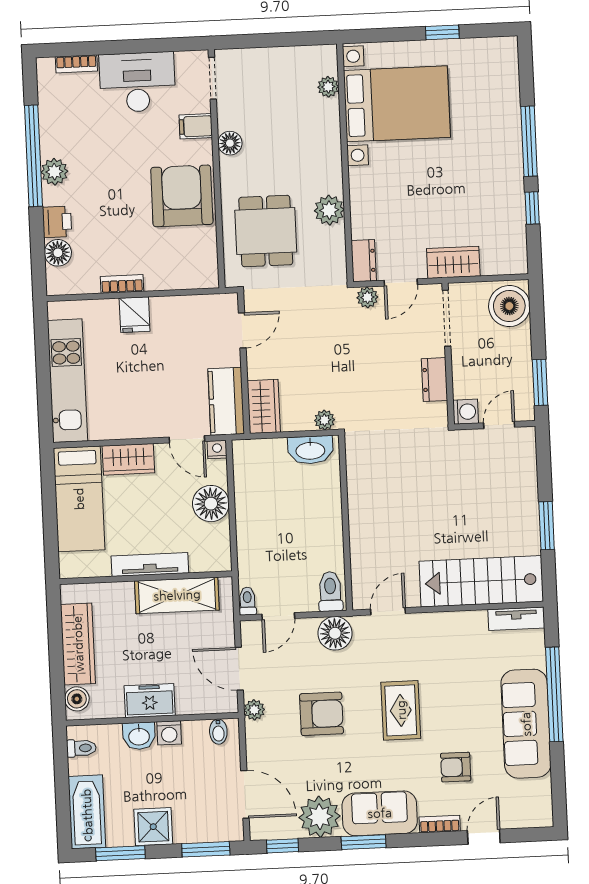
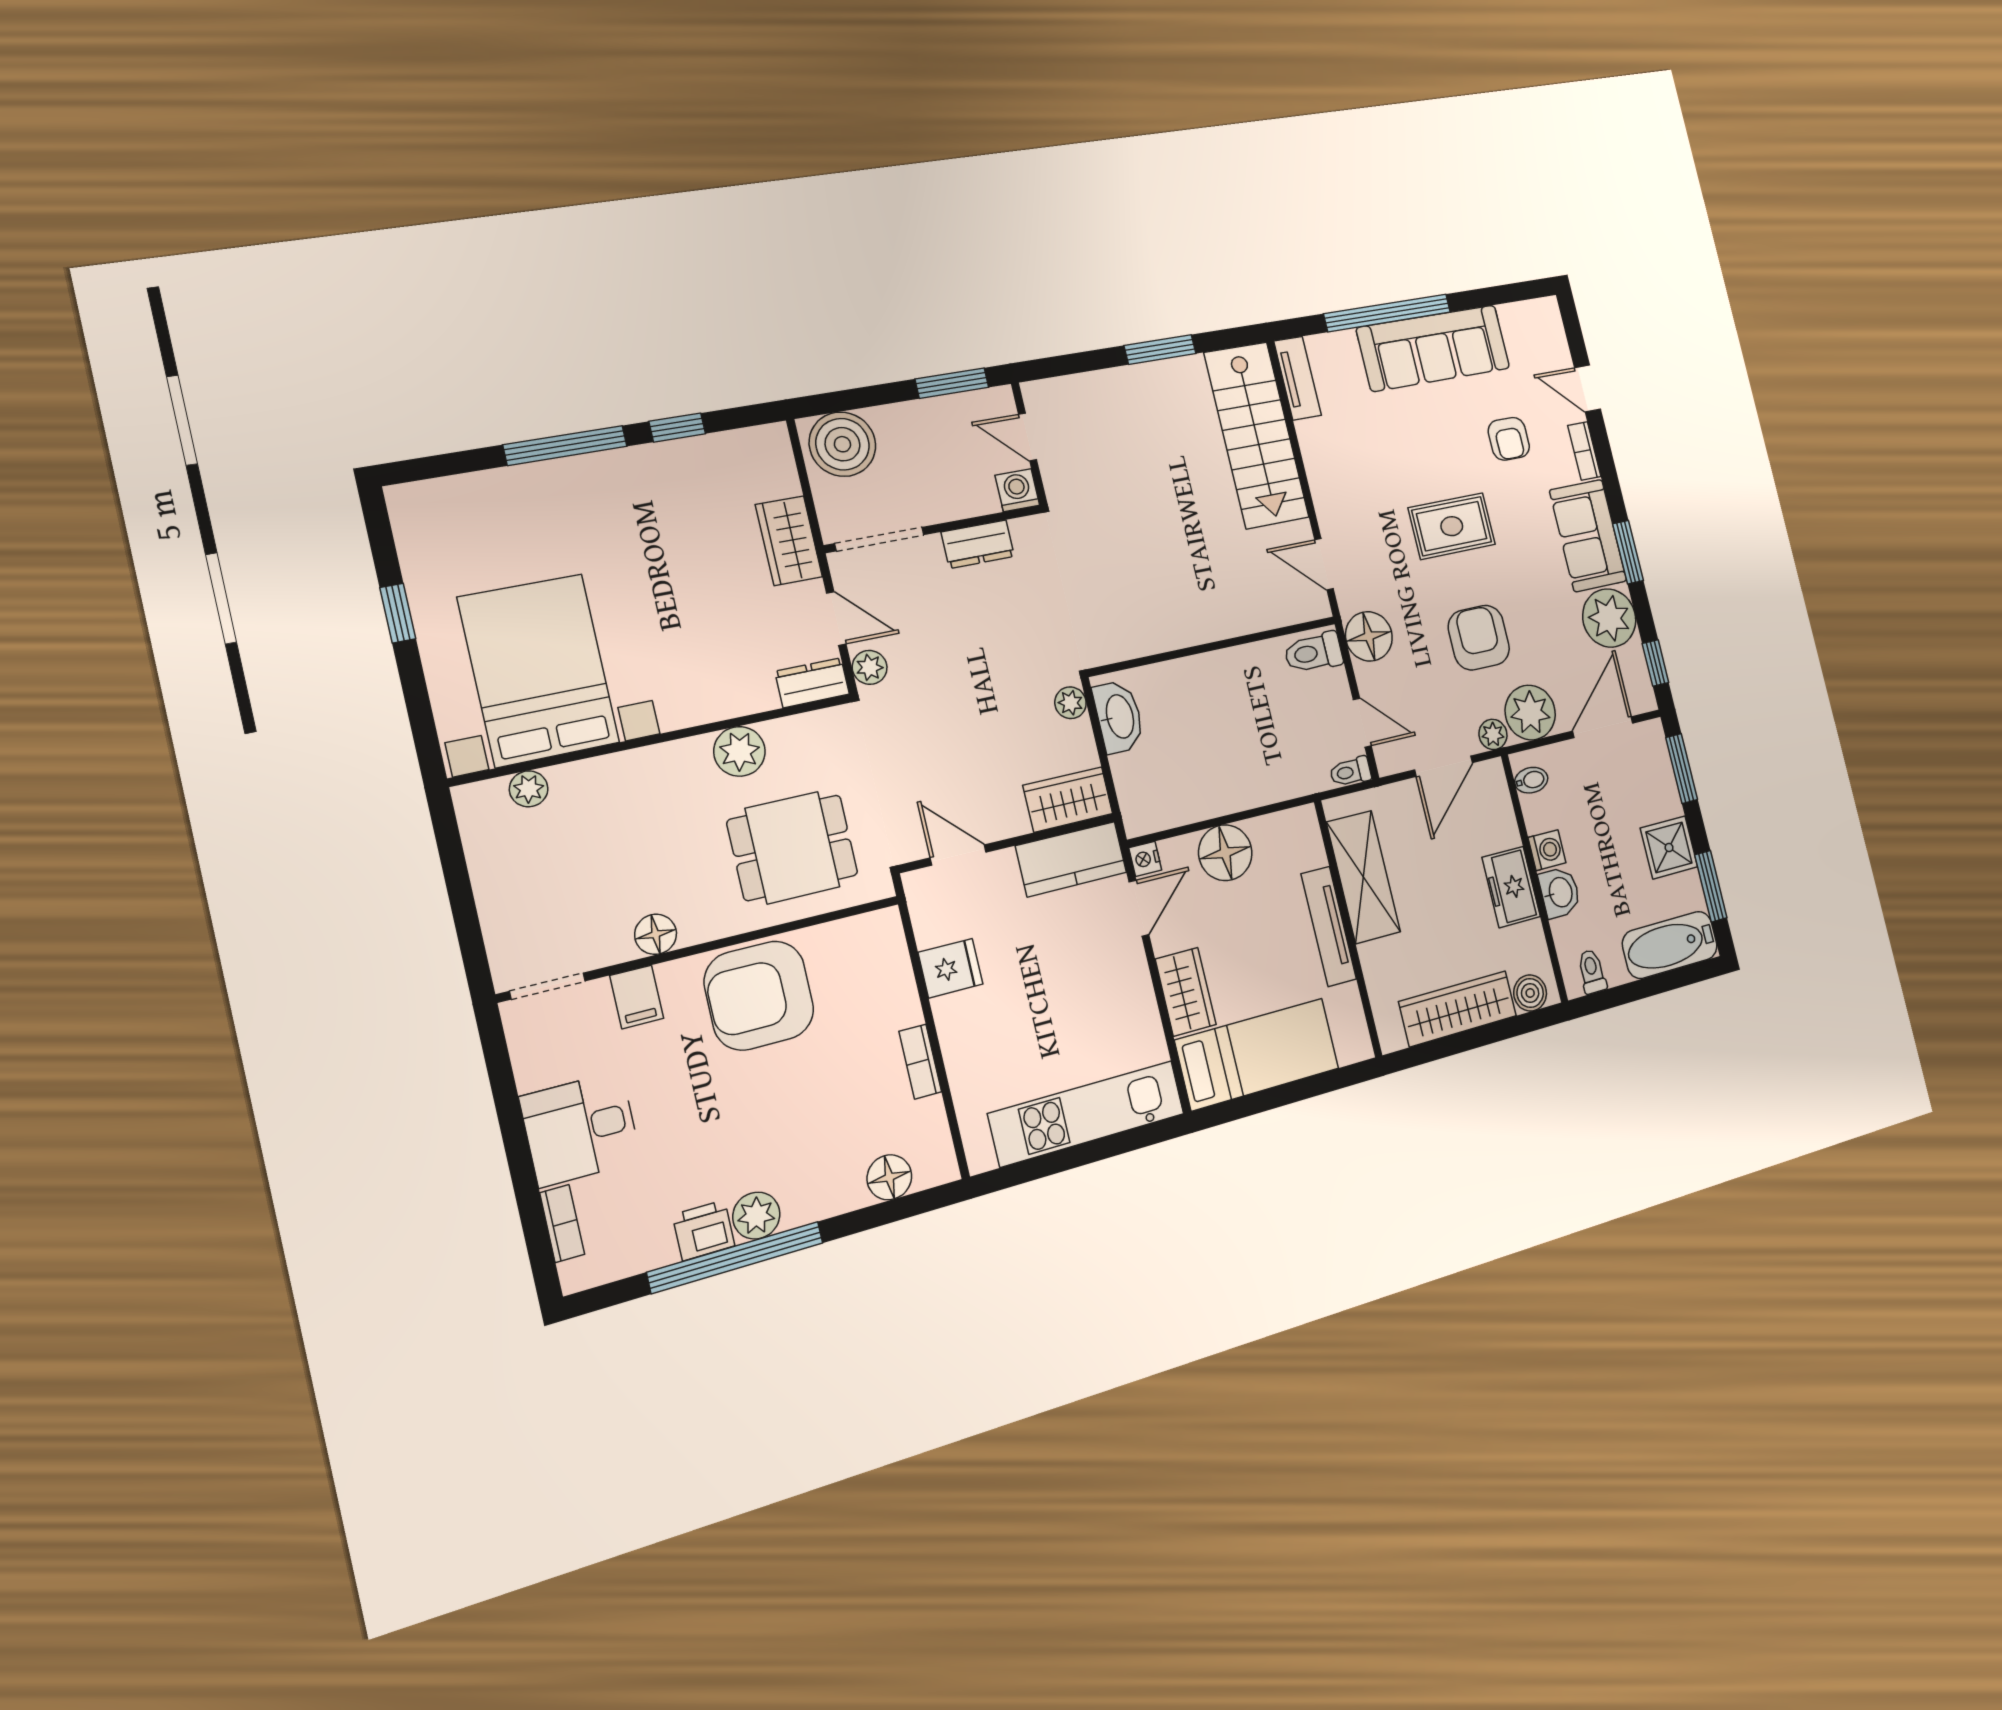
desk: (137, 82) -> (580, 1129), width x0.73
printer: (57, 222) -> (704, 1230), moved
fridge: (135, 315) -> (950, 968), moved
plant: (264, 741) -> (1530, 713), added

